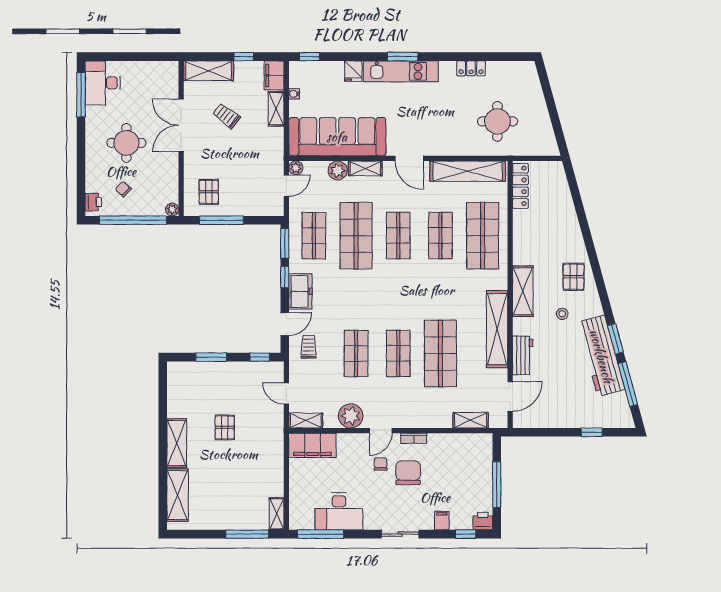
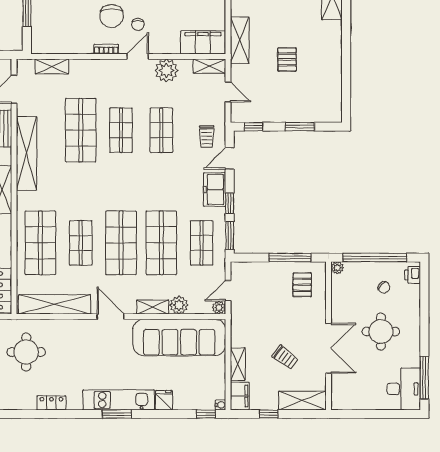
water cooler: (294, 94) -> (220, 405), moved
shop shelf: (398, 236) -> (121, 243), width x1.43, depth x1.36
shelving: (177, 443) -> (240, 40), moved

